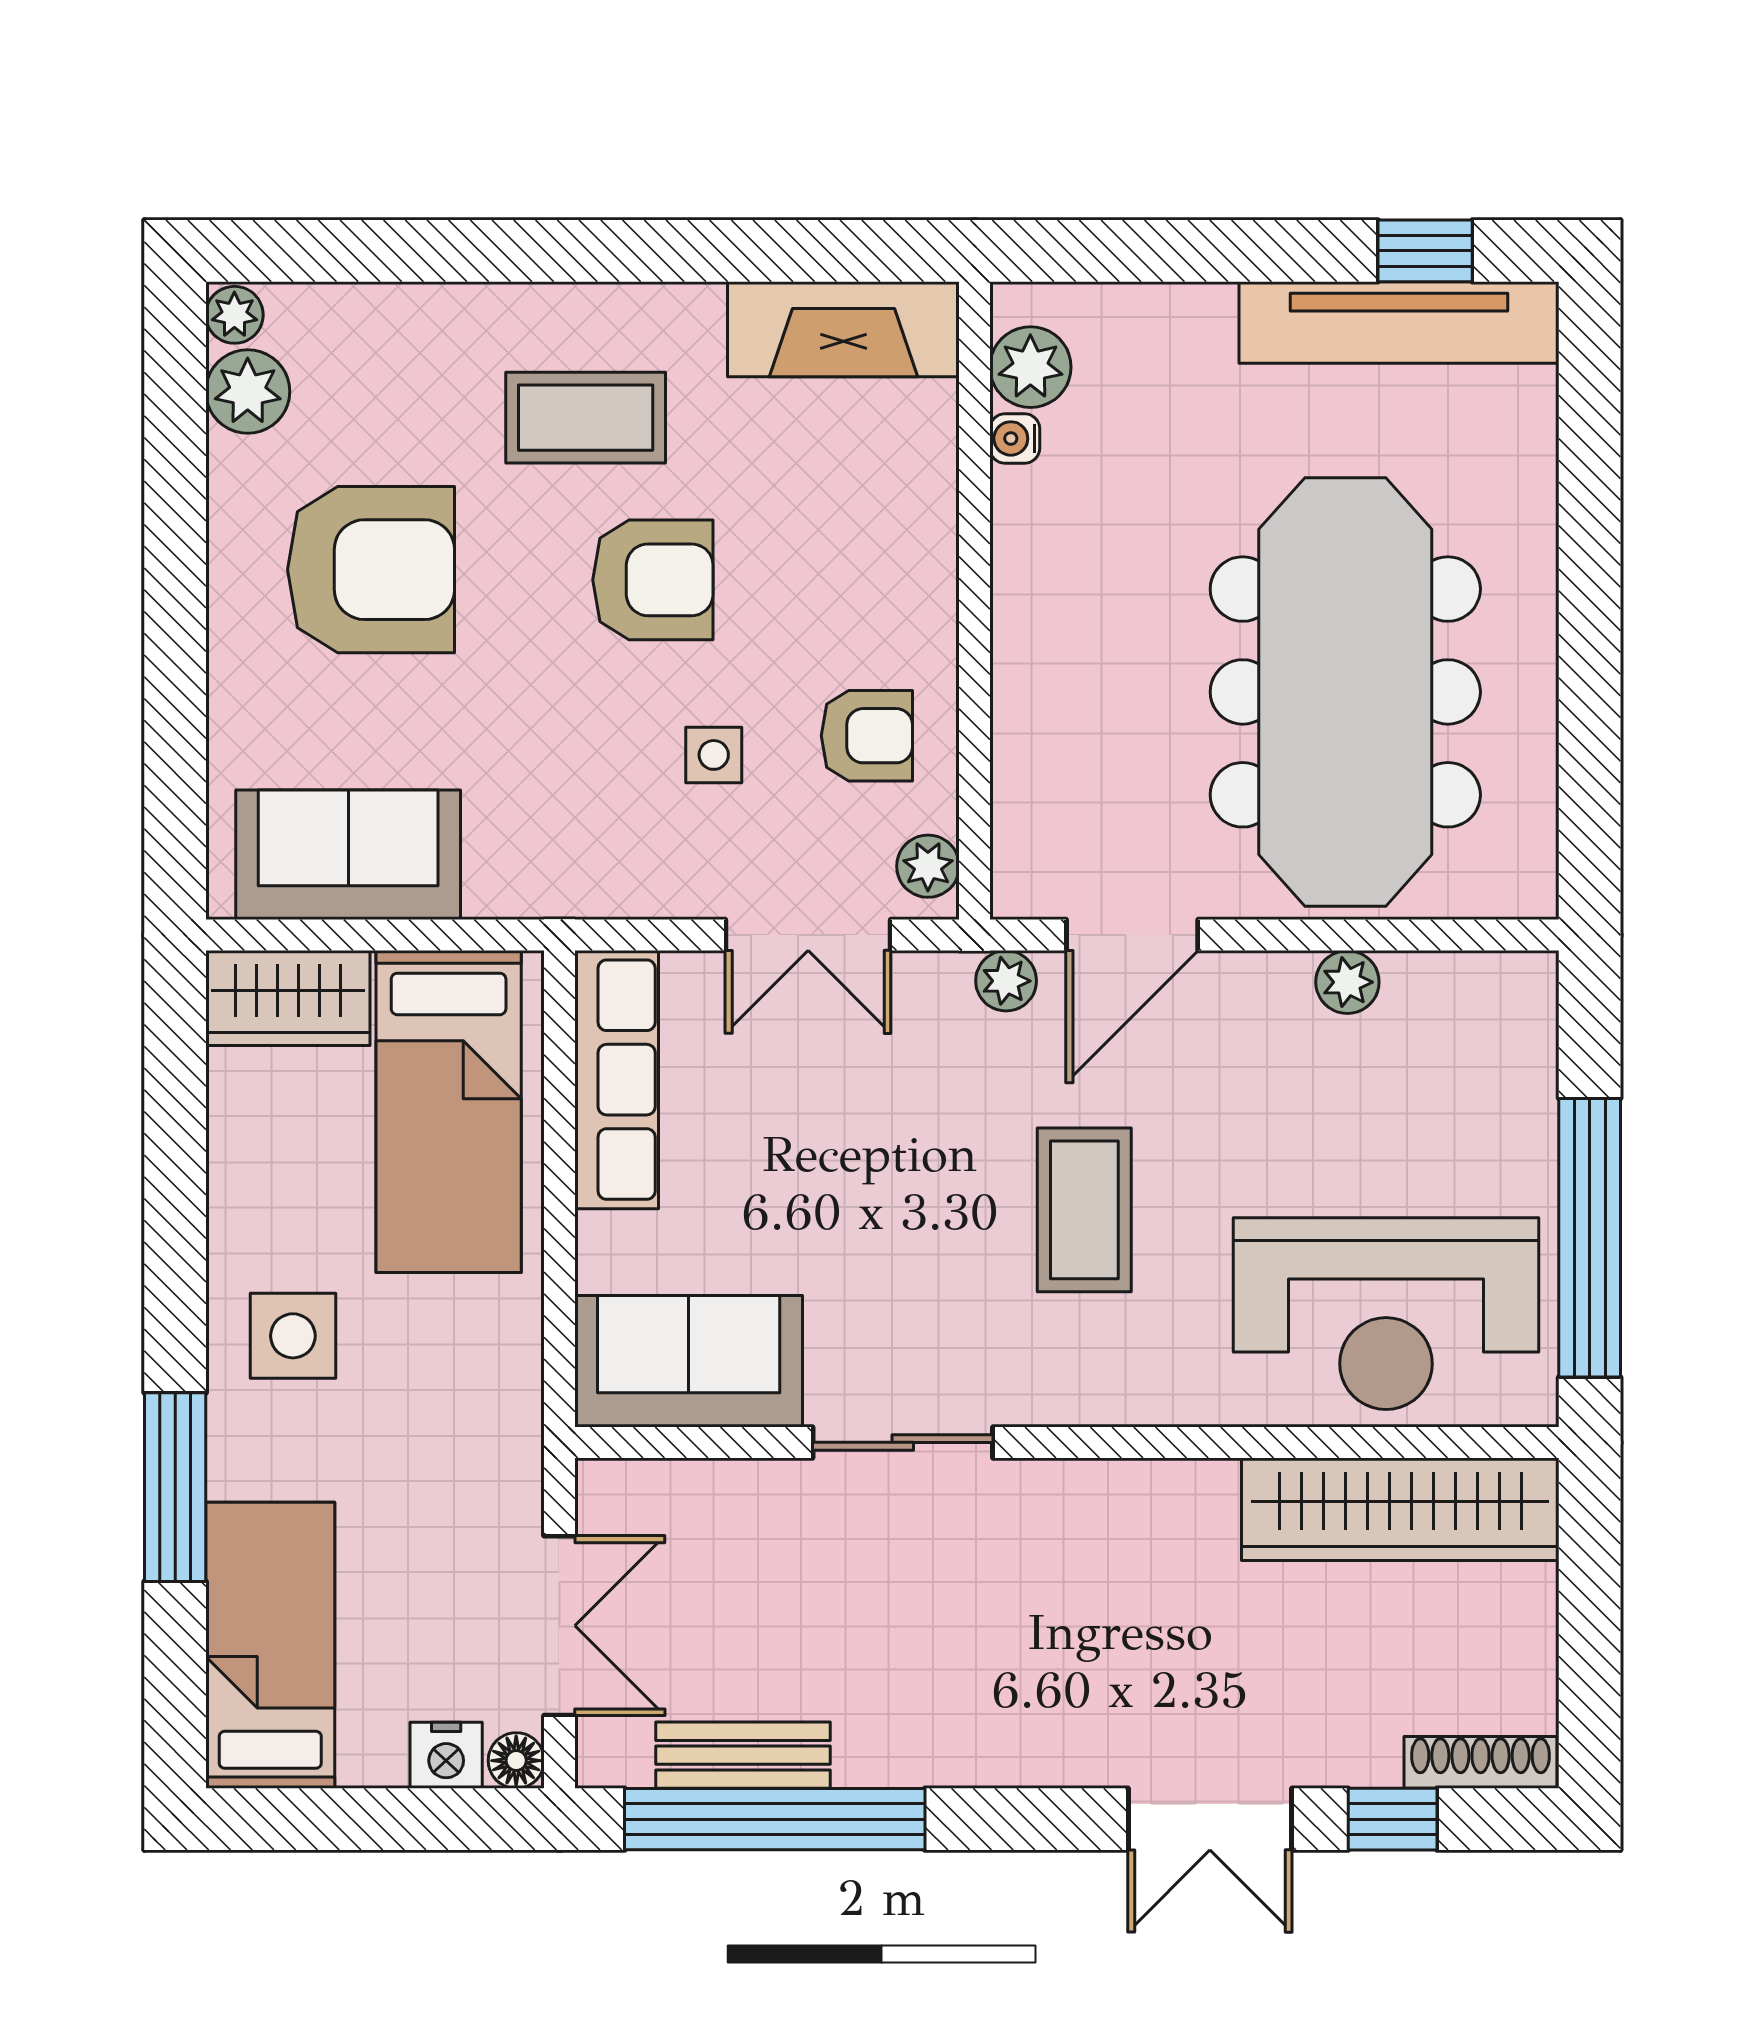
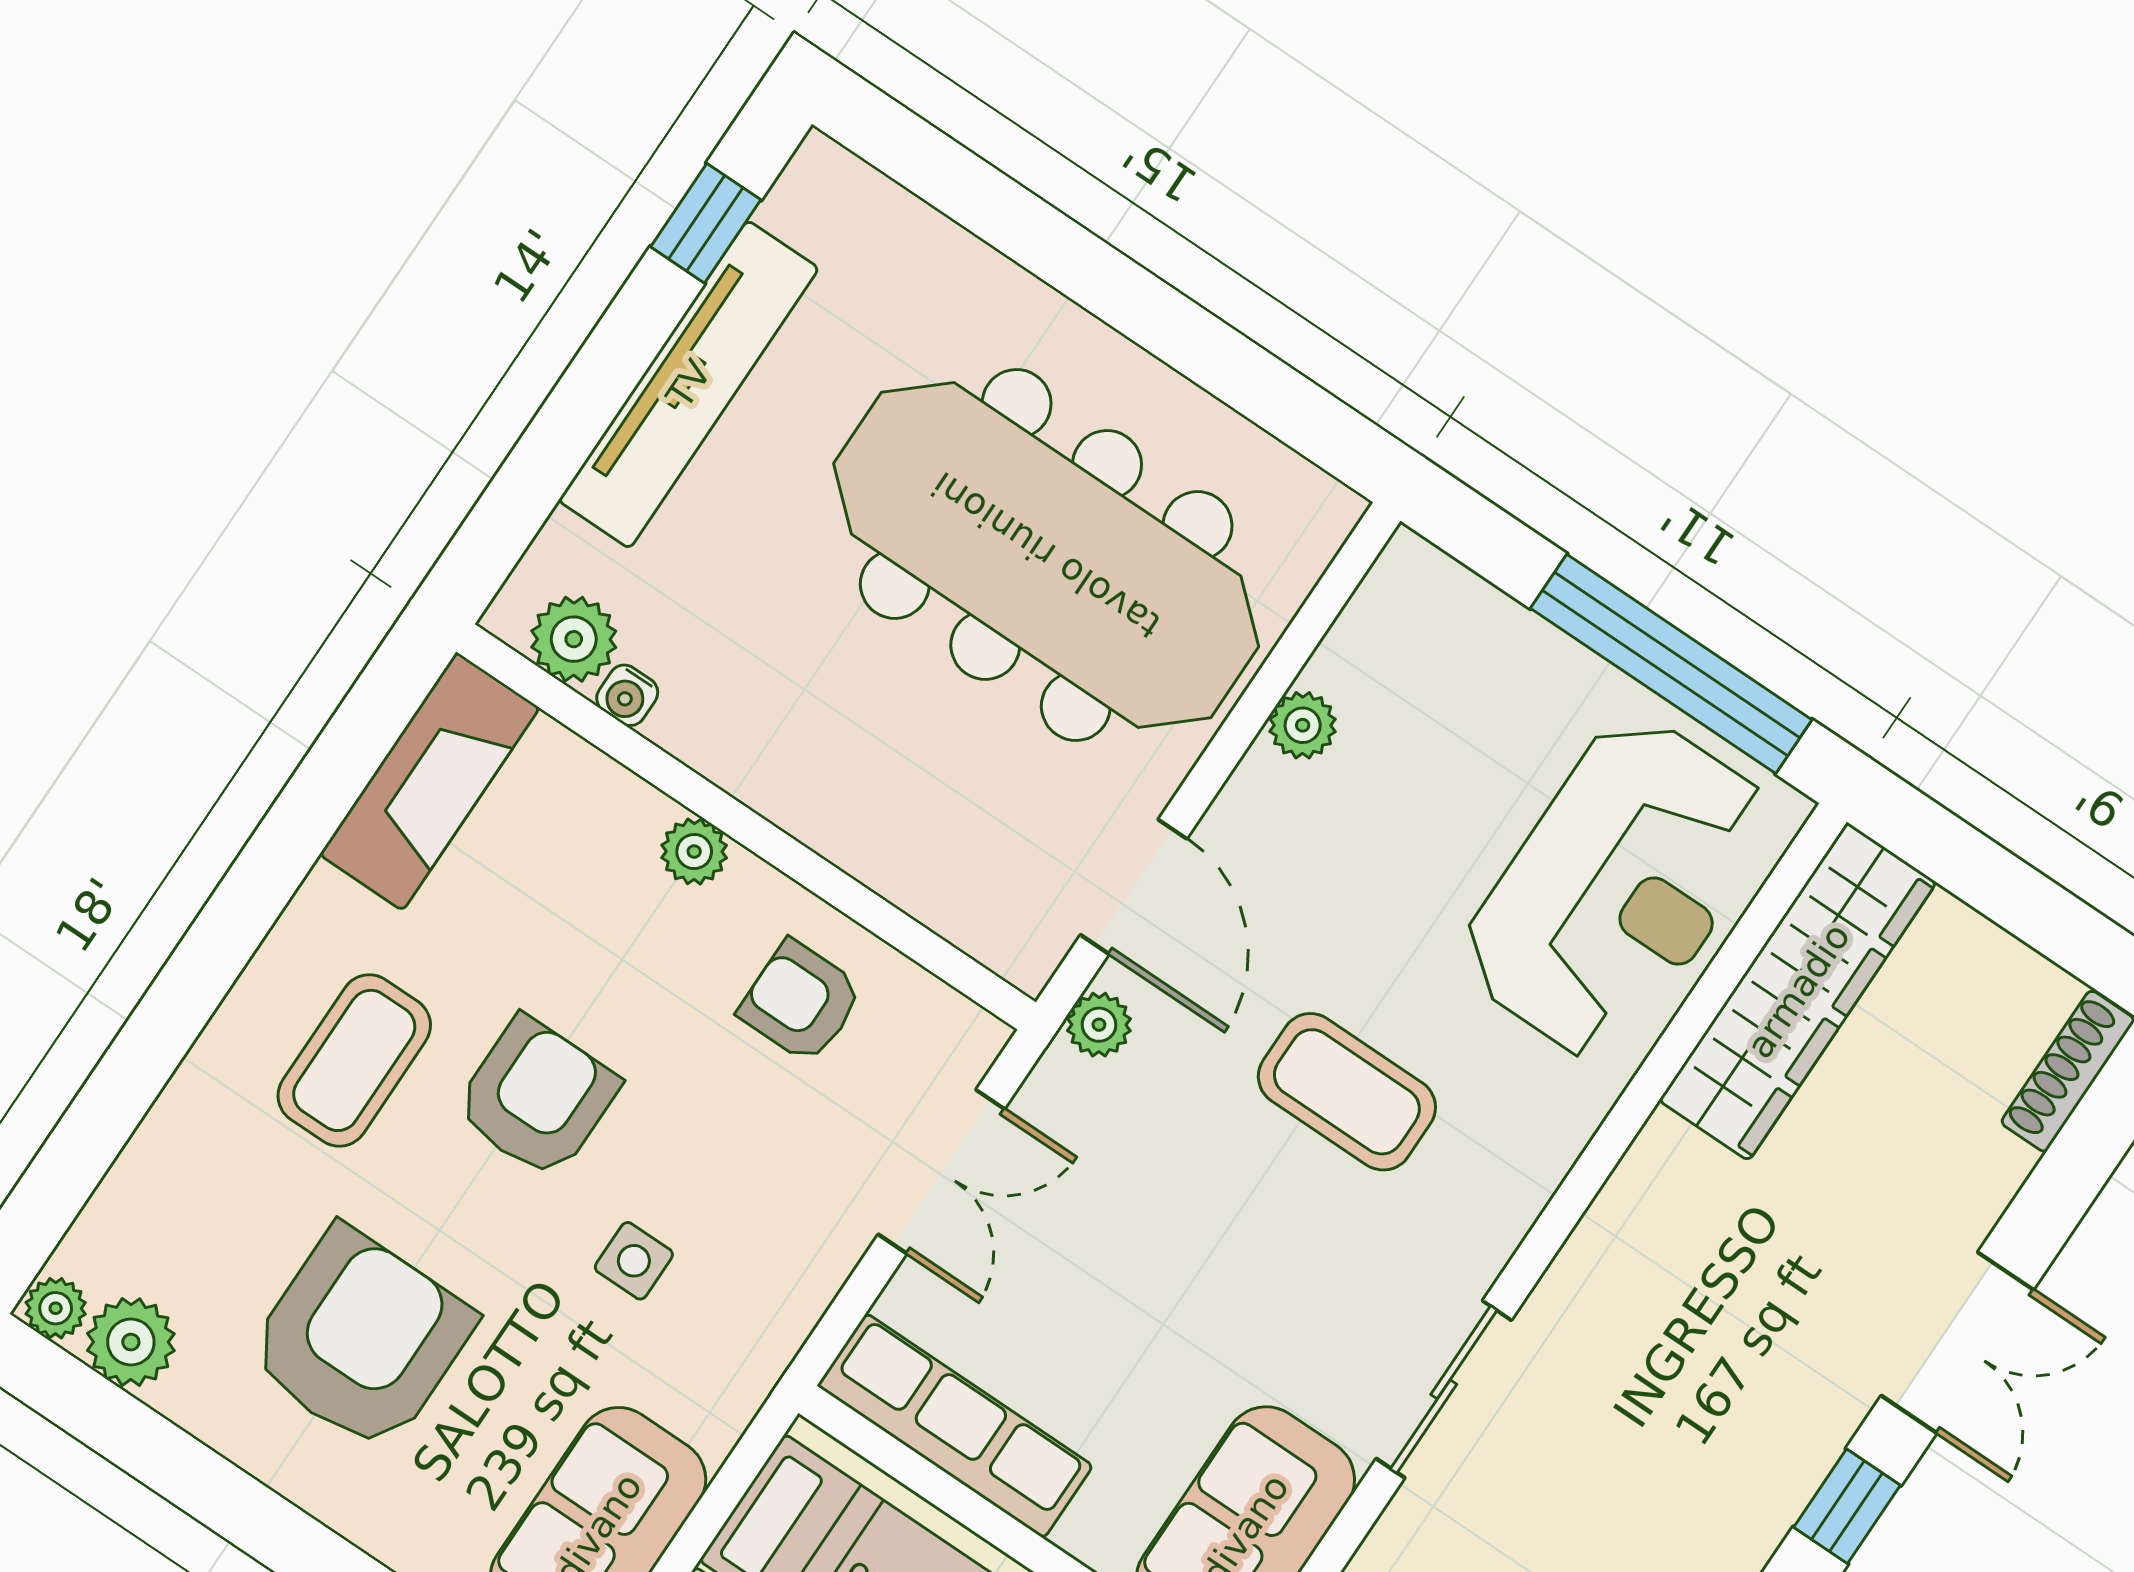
tv unit: (1399, 323) -> (689, 384), moved
armchair: (867, 736) -> (801, 1002), turned -90
side table: (714, 755) -> (634, 1261), moved
plant: (928, 866) -> (694, 851), moved
window: (1393, 1819) -> (1847, 1506), moved

